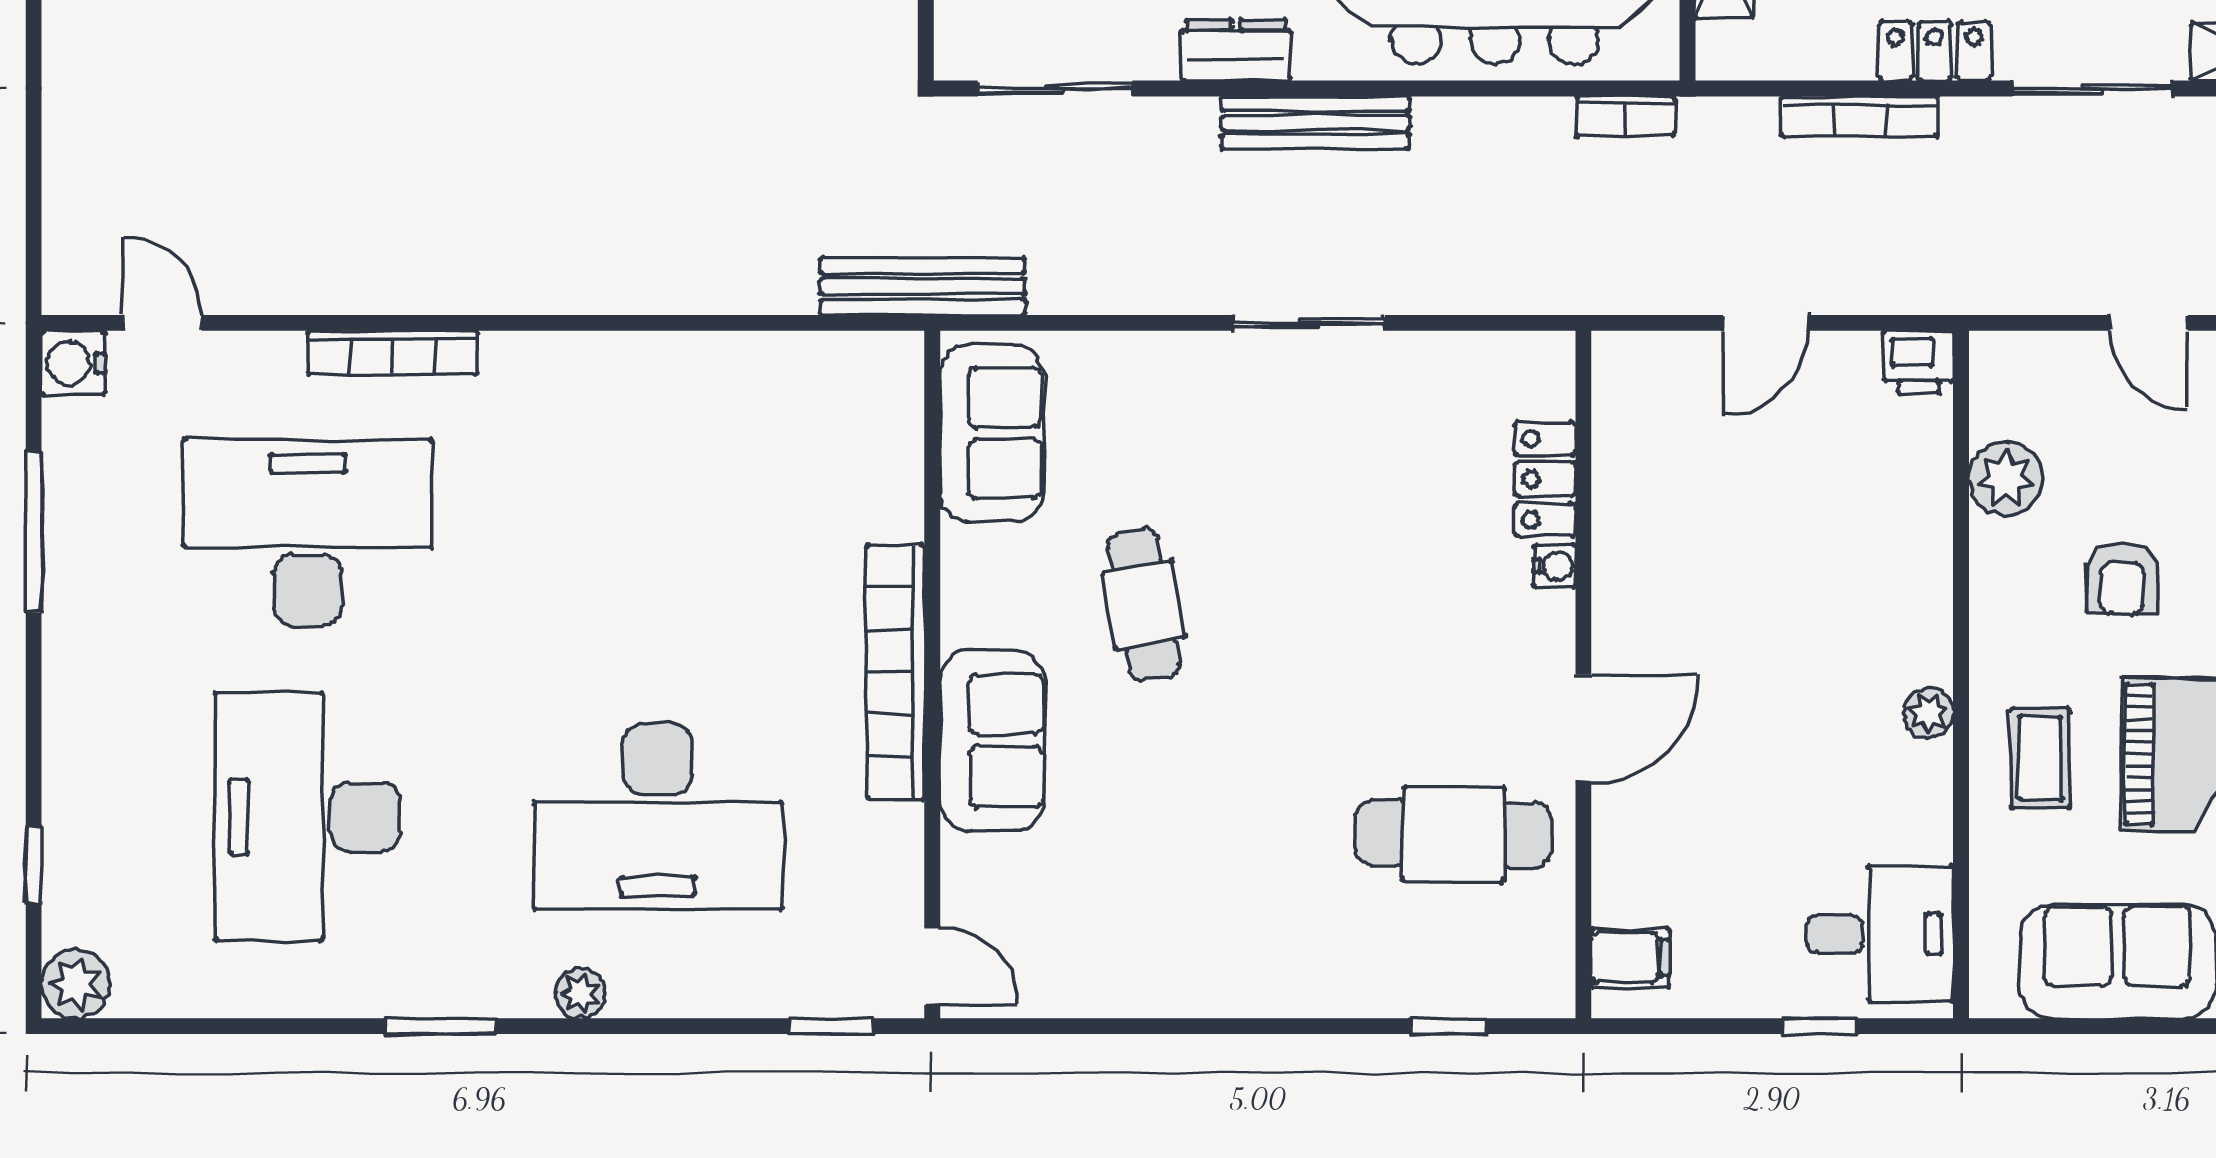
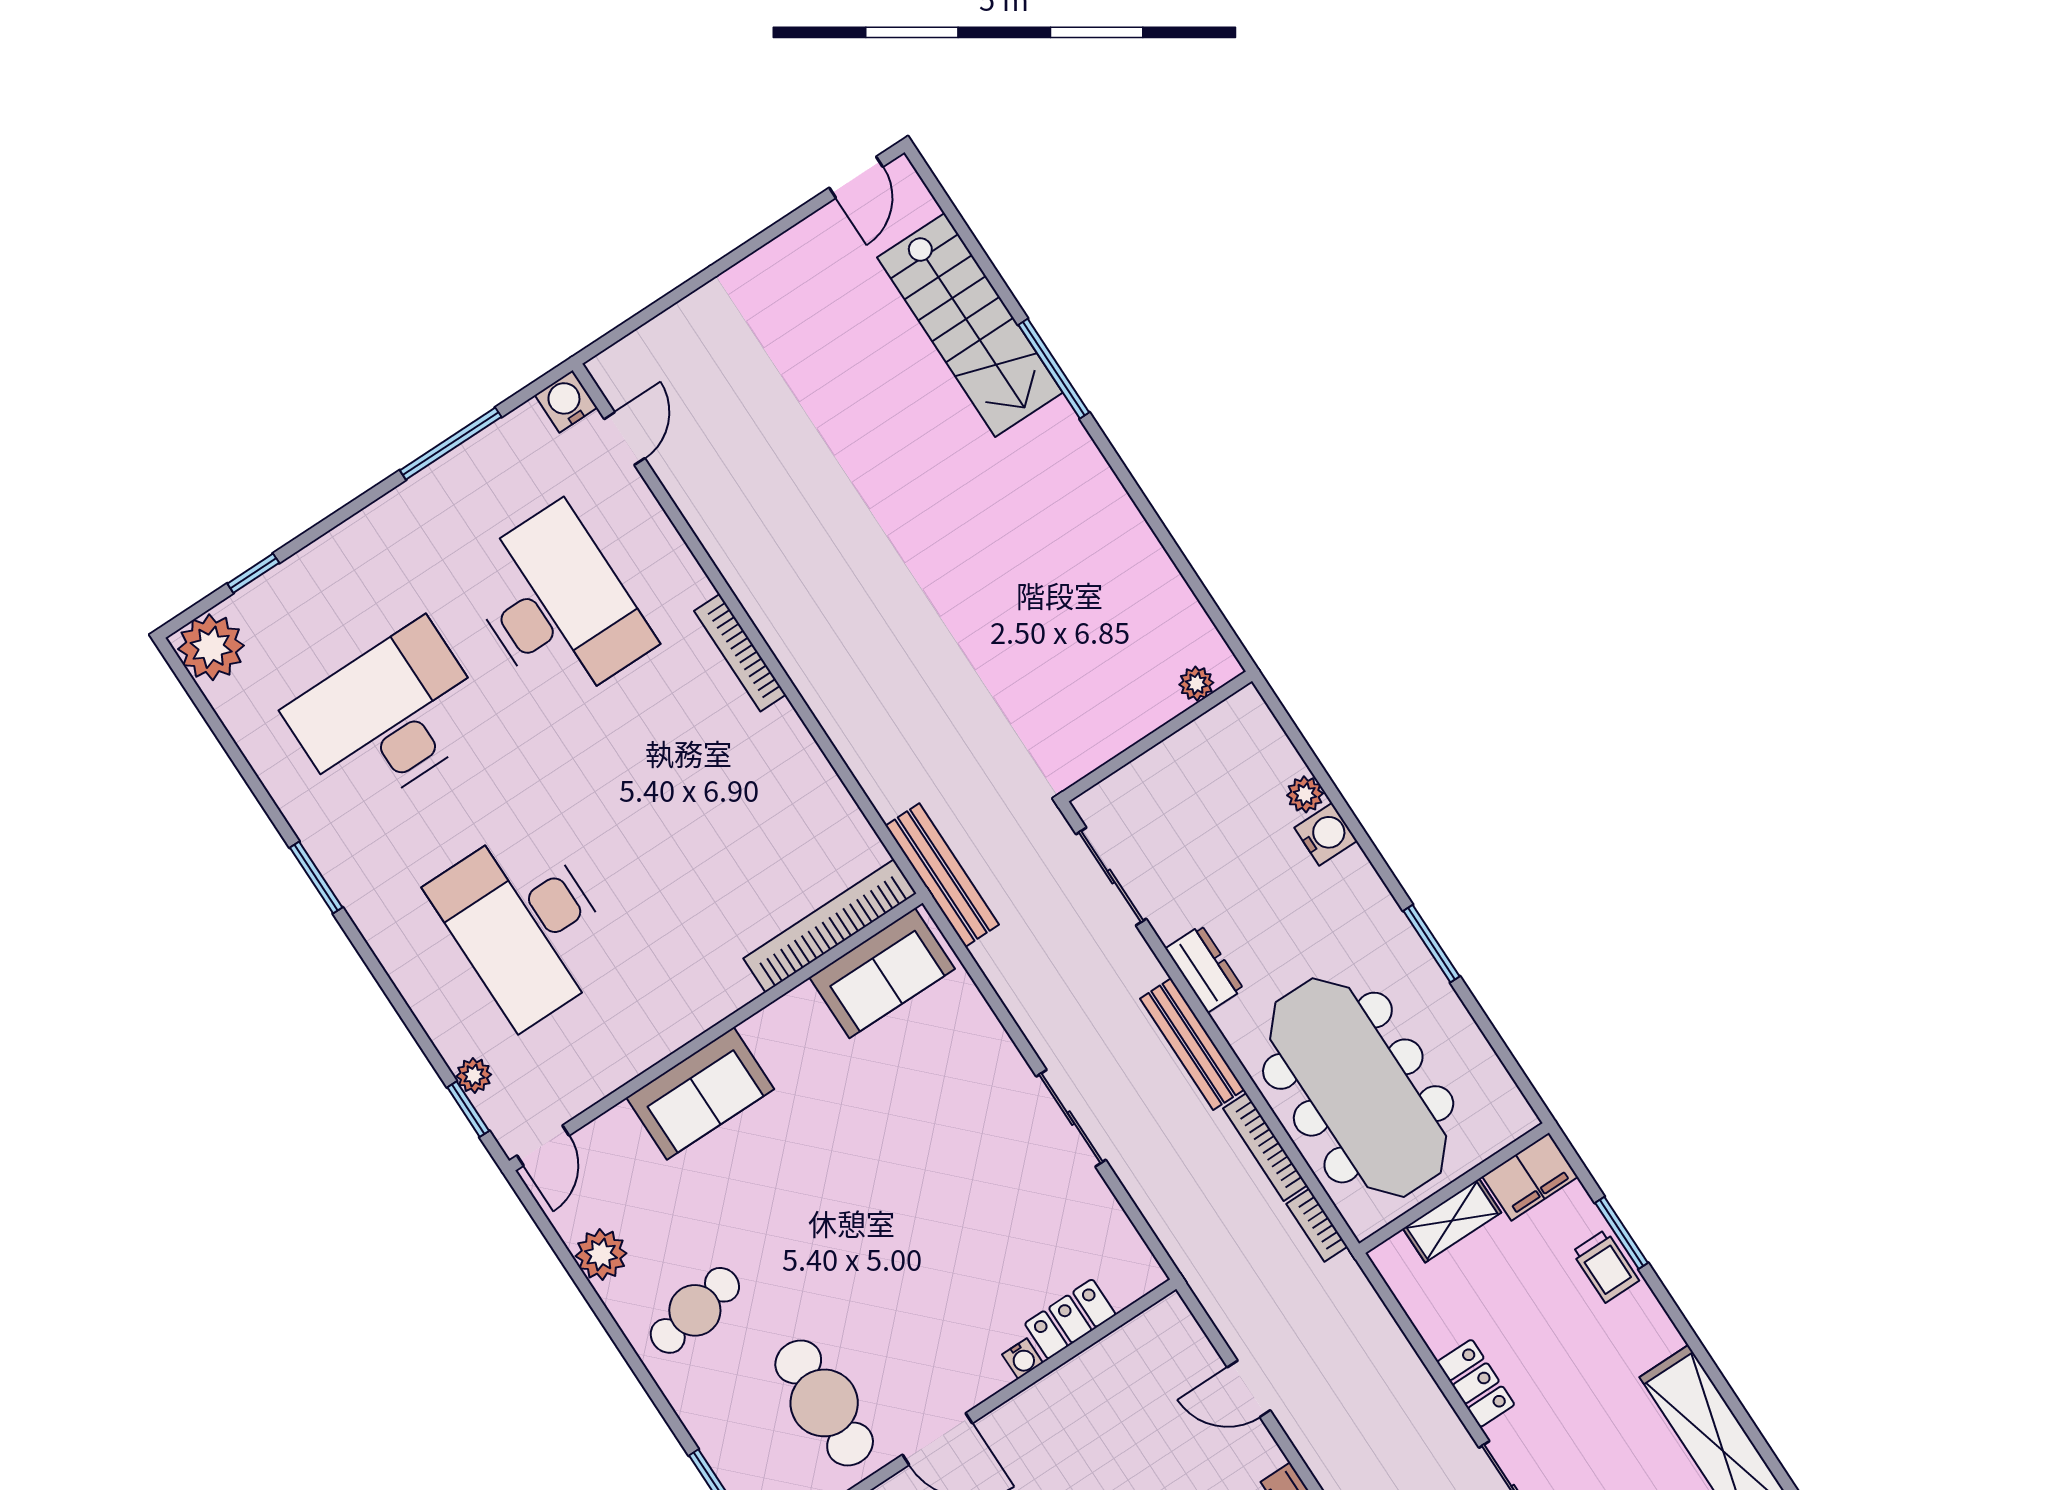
bookcase: (1860, 116) -> (1265, 1147), moved
bookcase: (393, 353) -> (740, 653), moved
cafe table: (1144, 605) -> (695, 1310), moved
bookcase: (895, 672) -> (830, 926), moved
plant: (1106, 982) -> (601, 1255), added
plant: (76, 984) -> (211, 647), width x1.36, depth x1.36
plant: (580, 993) -> (474, 1075), moved

